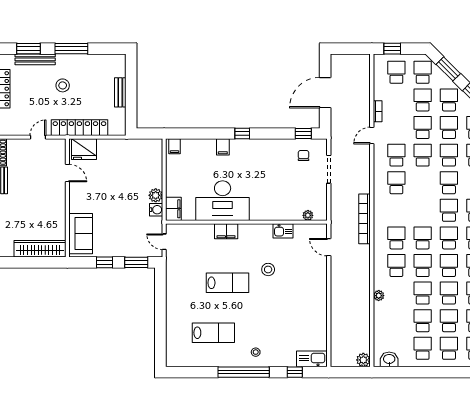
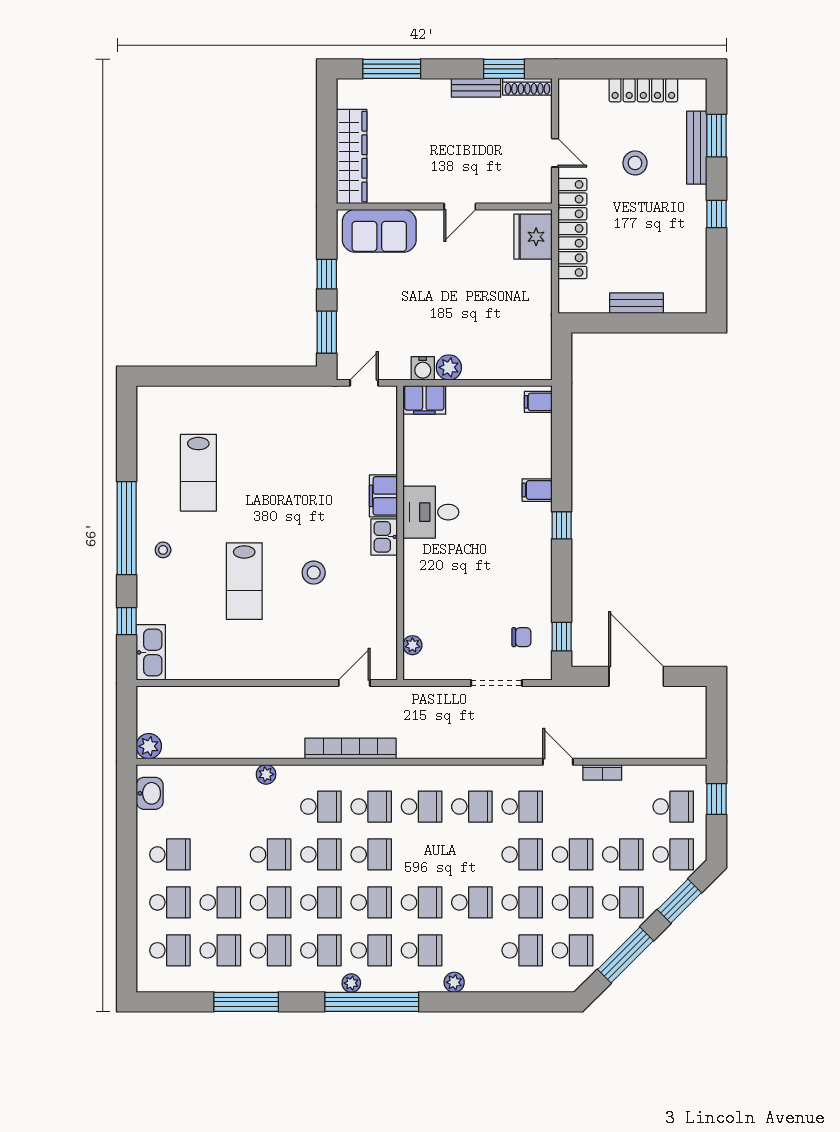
window: (71, 49) -> (717, 214), width x0.46
stool: (63, 85) -> (635, 163), moved
door: (67, 173) -> (460, 207), moved
desk: (223, 201) -> (431, 512), width x0.53, depth x0.77
bookcase: (365, 219) -> (350, 748), moved
kitchen sink: (283, 231) -> (384, 537), moved
lab bench: (227, 283) -> (244, 581), moved
school desk: (423, 321) -> (422, 807), moved

